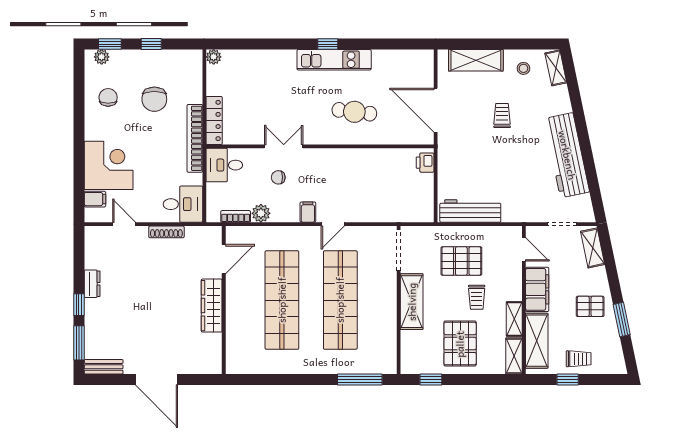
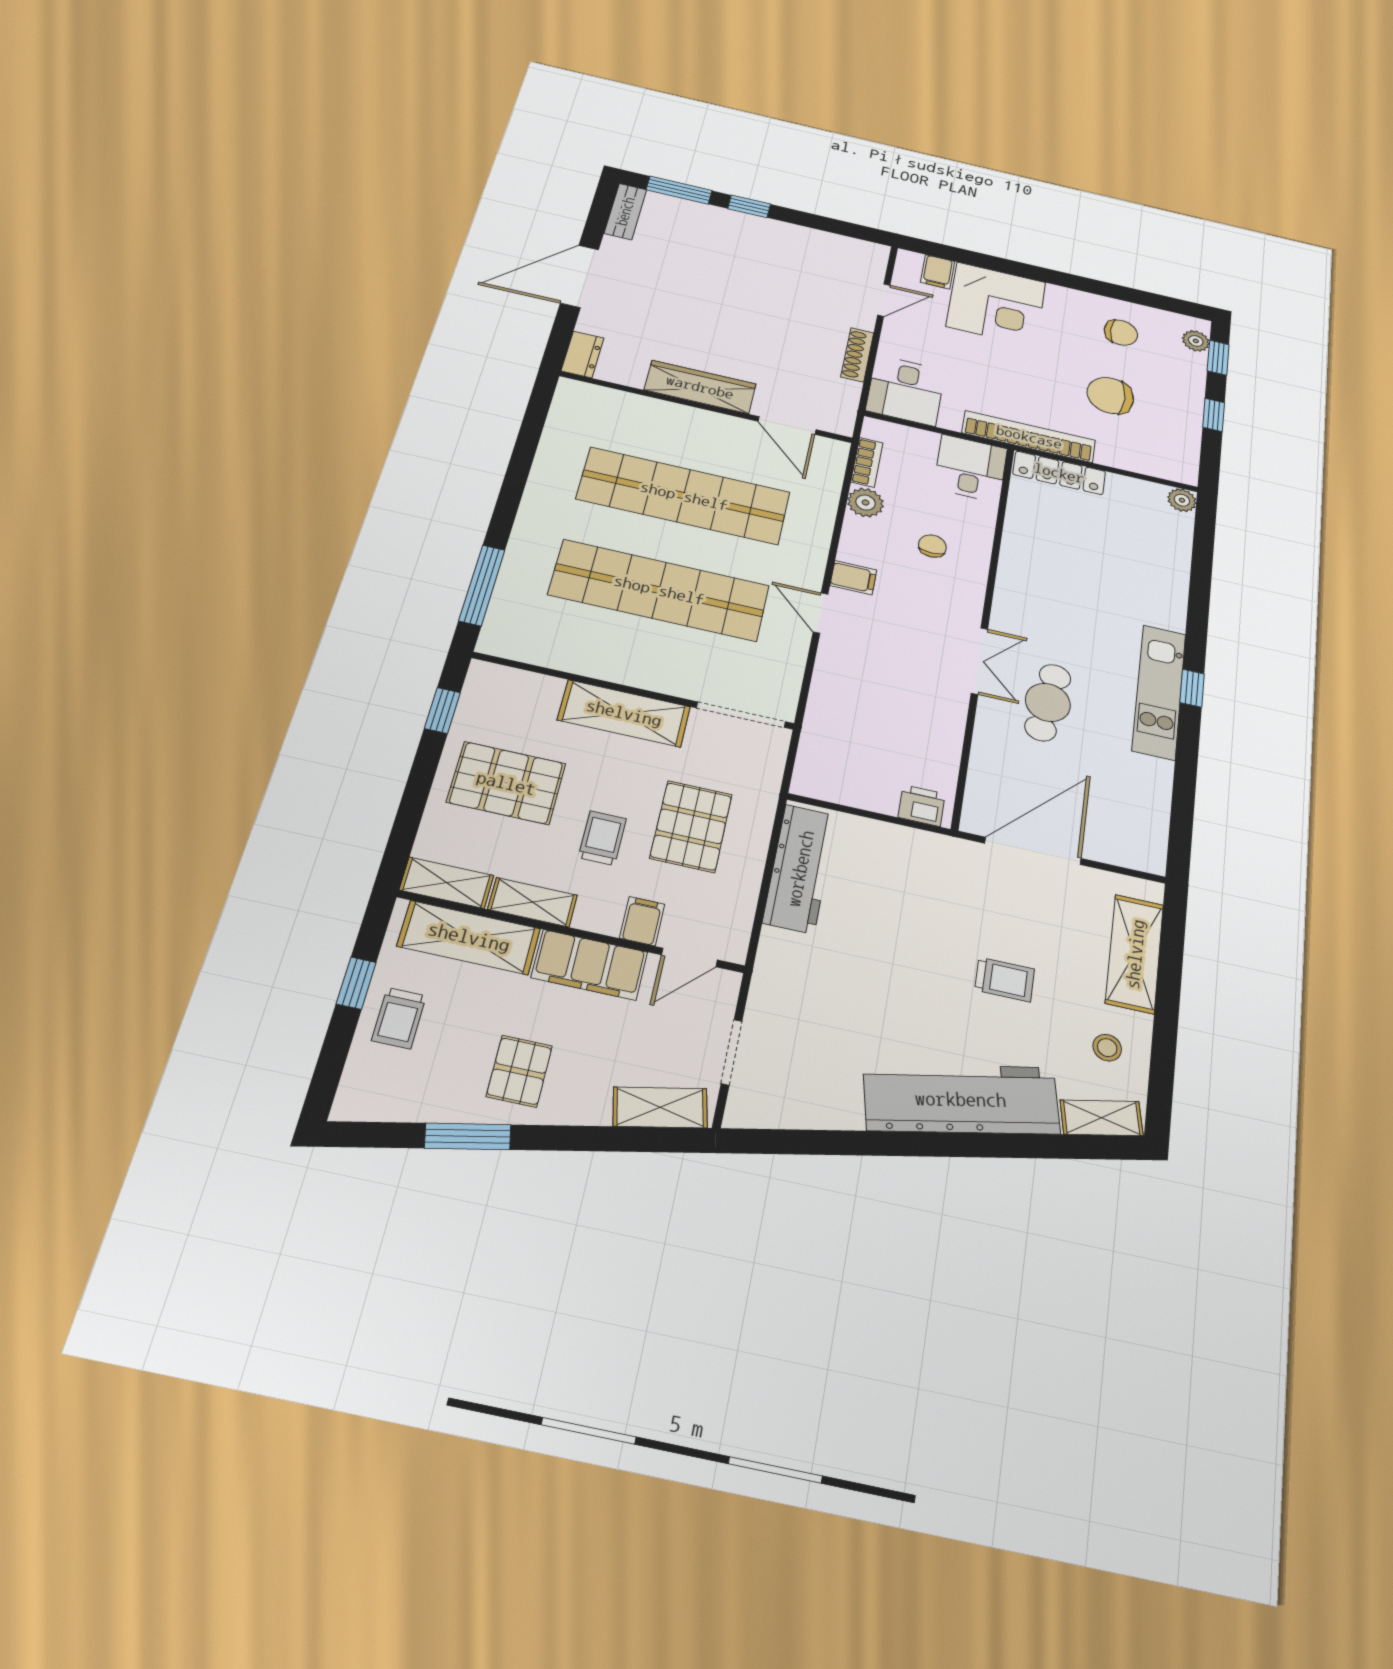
double door: (284, 146) -> (979, 661), moved
workbench: (567, 155) -> (961, 1099), moved
filing cabinet: (512, 272) -> (642, 921), added
dresser: (92, 284) -> (583, 354), moved, turned -90
trolley: (477, 297) -> (602, 838), turned 90

